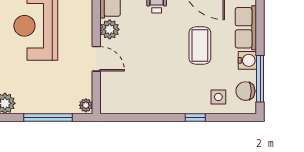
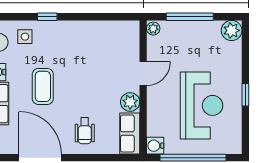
door: (96, 59) -> (143, 74), swing flipped

